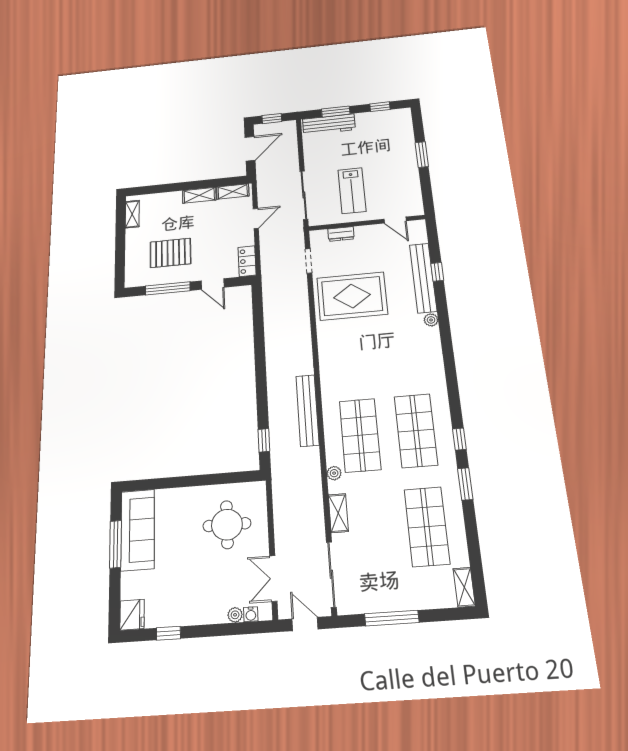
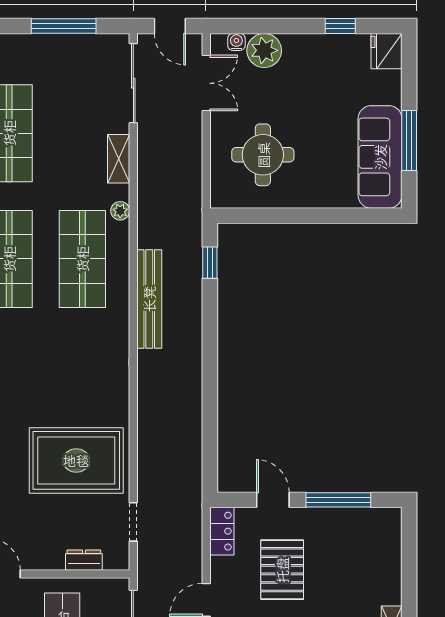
pallet: (170, 253) -> (282, 570), moved, turned 90
plant: (235, 615) -> (264, 50), width x1.88, depth x1.88

